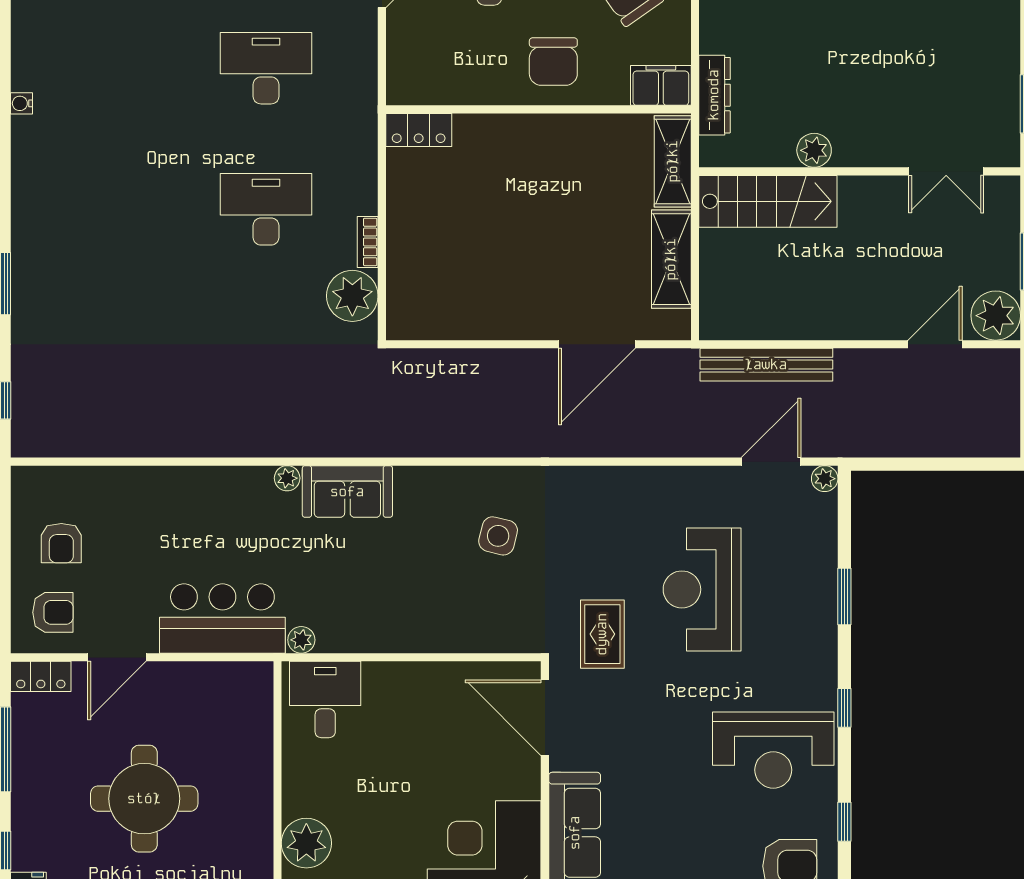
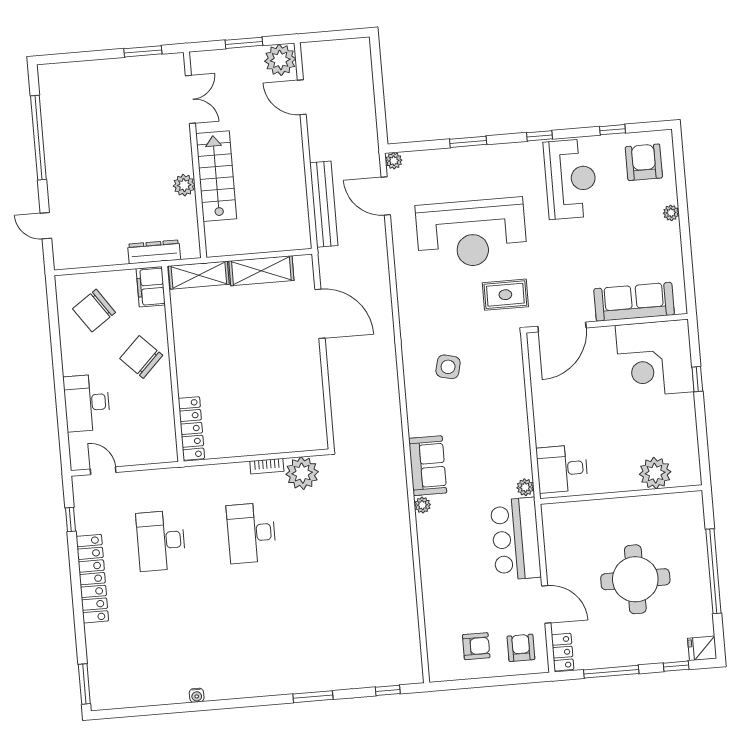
chair: (553, 62) -> (141, 357), turned -135
locker: (419, 130) -> (191, 428), width x1.53
stairs: (768, 201) -> (216, 176), moved
reception desk: (702, 589) -> (471, 233), width x1.36, depth x1.30

